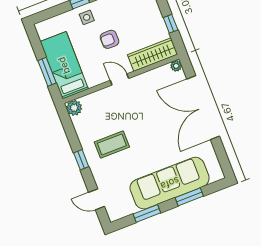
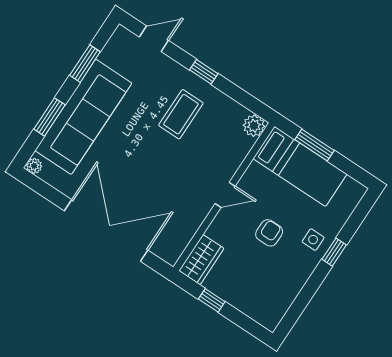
wardrobe: (153, 54) -> (201, 260), width x0.67
plant: (176, 66) -> (34, 166), moved

